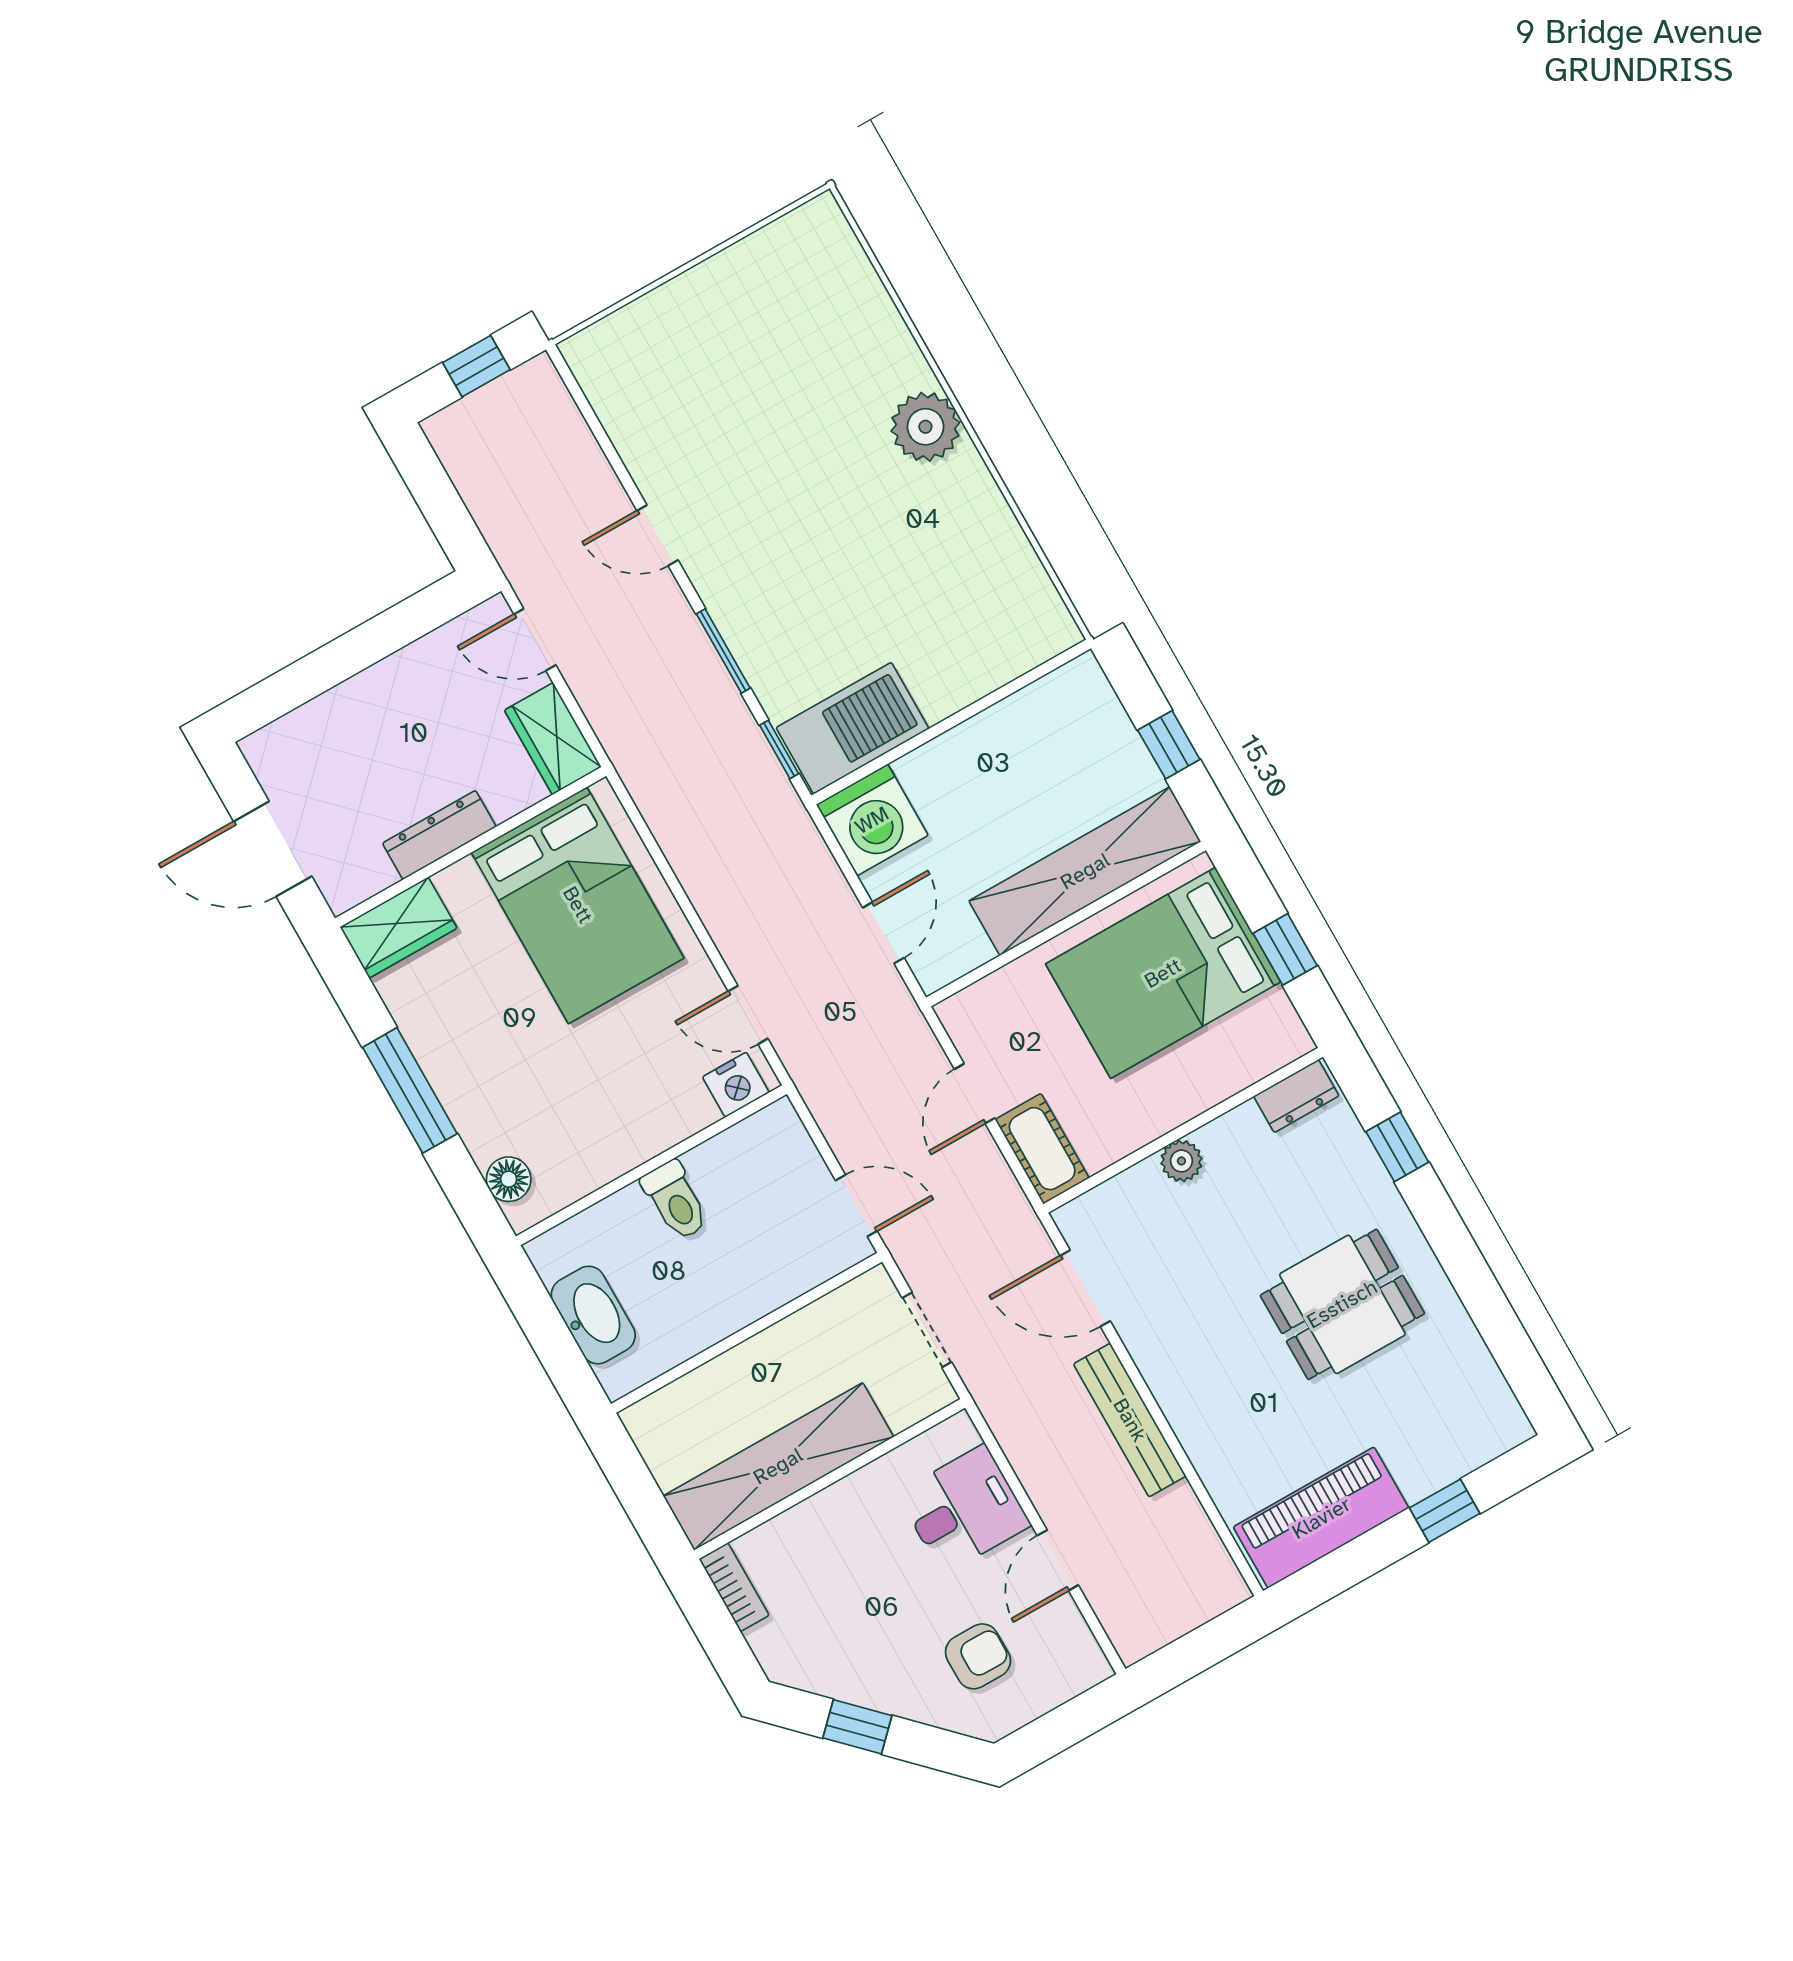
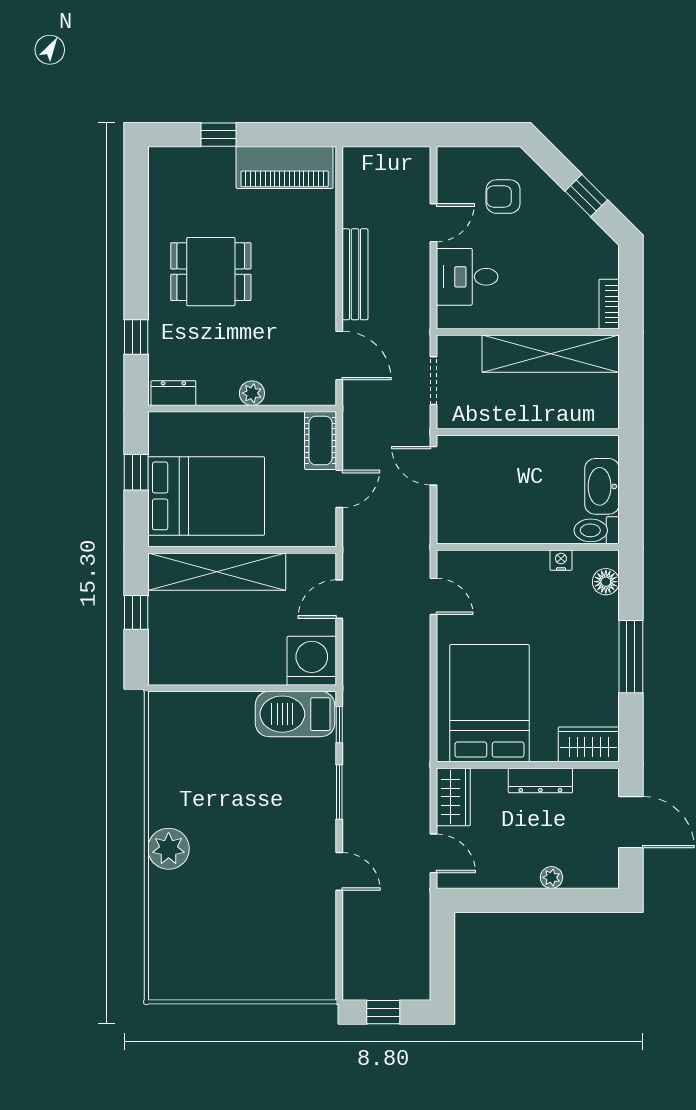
plant: (343, 702) -> (551, 877), added
nightstand: (736, 1085) -> (561, 560), moved, width x0.72, depth x0.74
toilet: (676, 1200) -> (597, 530), moved, turned -90

